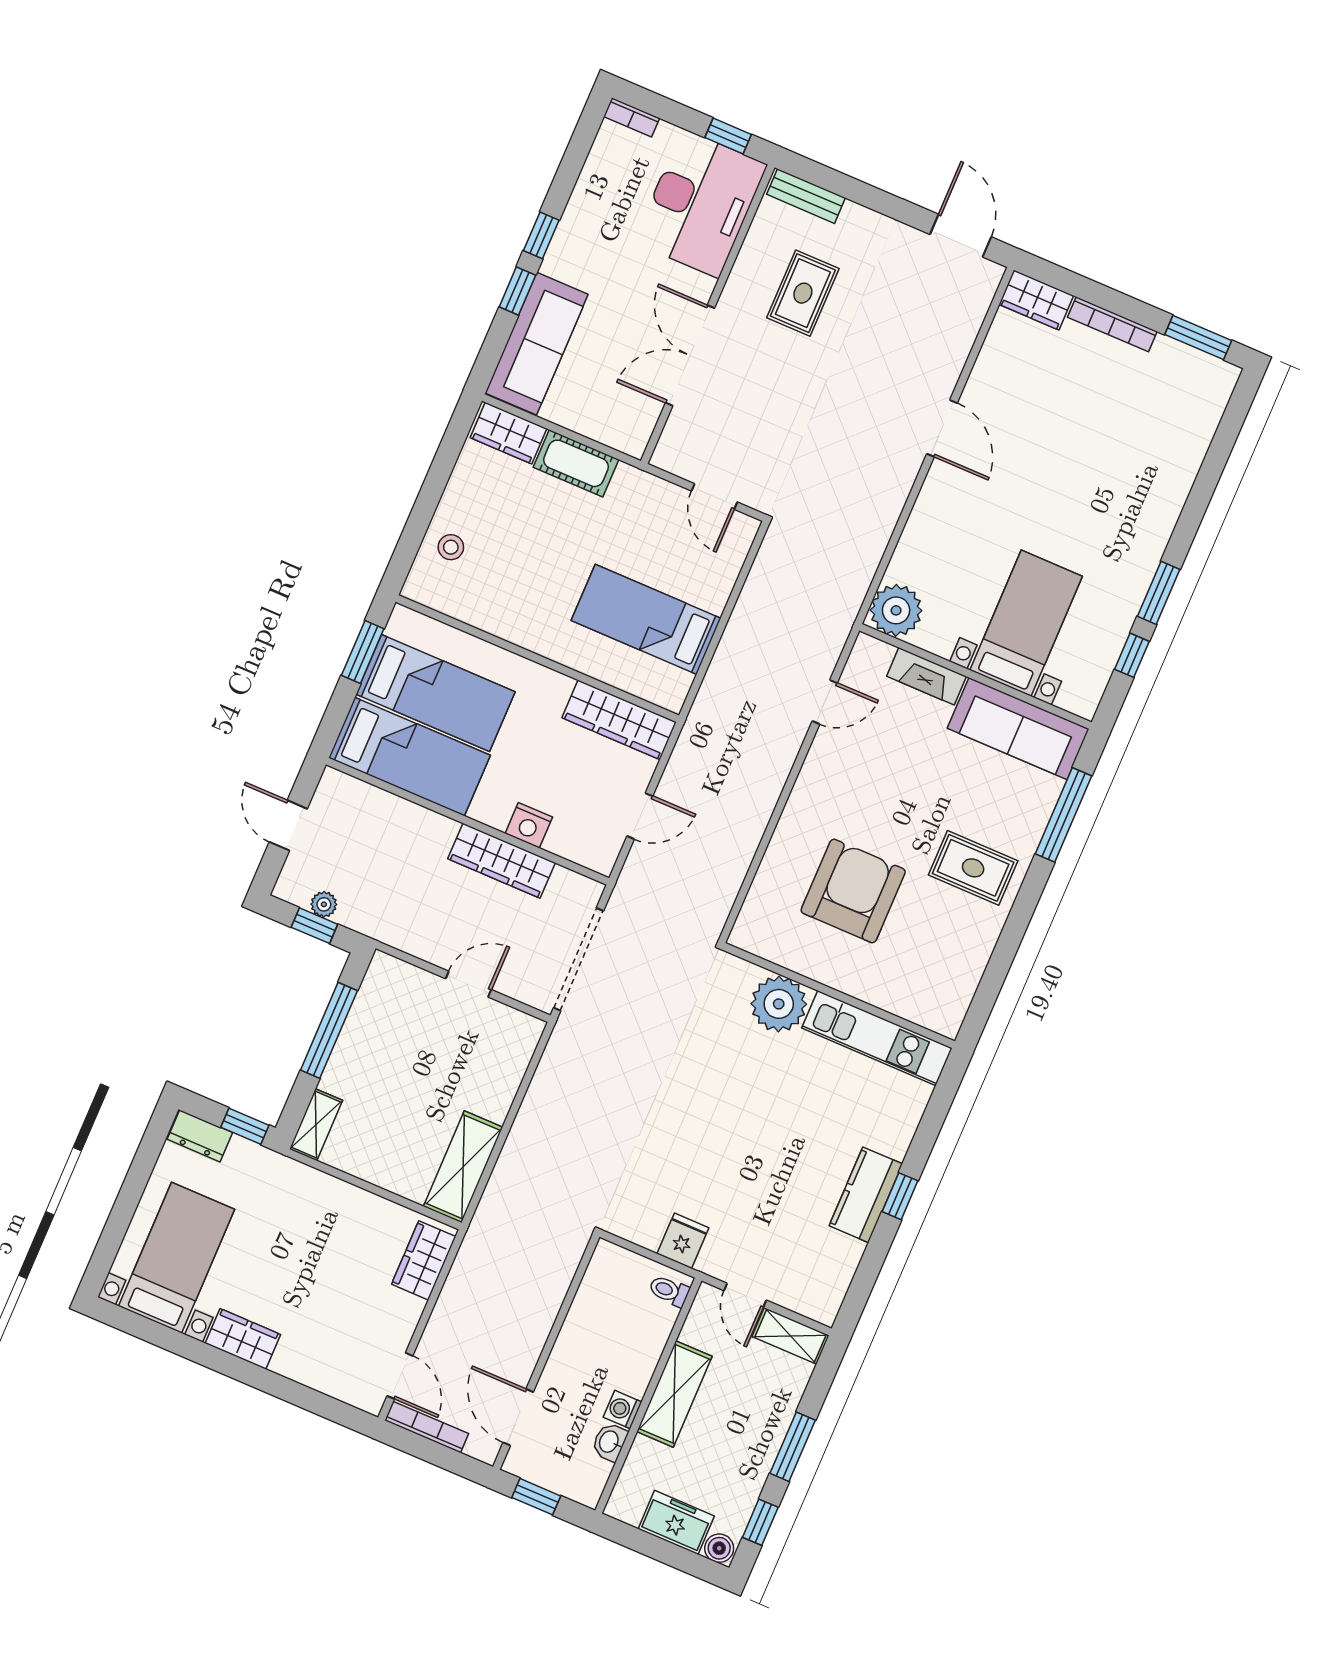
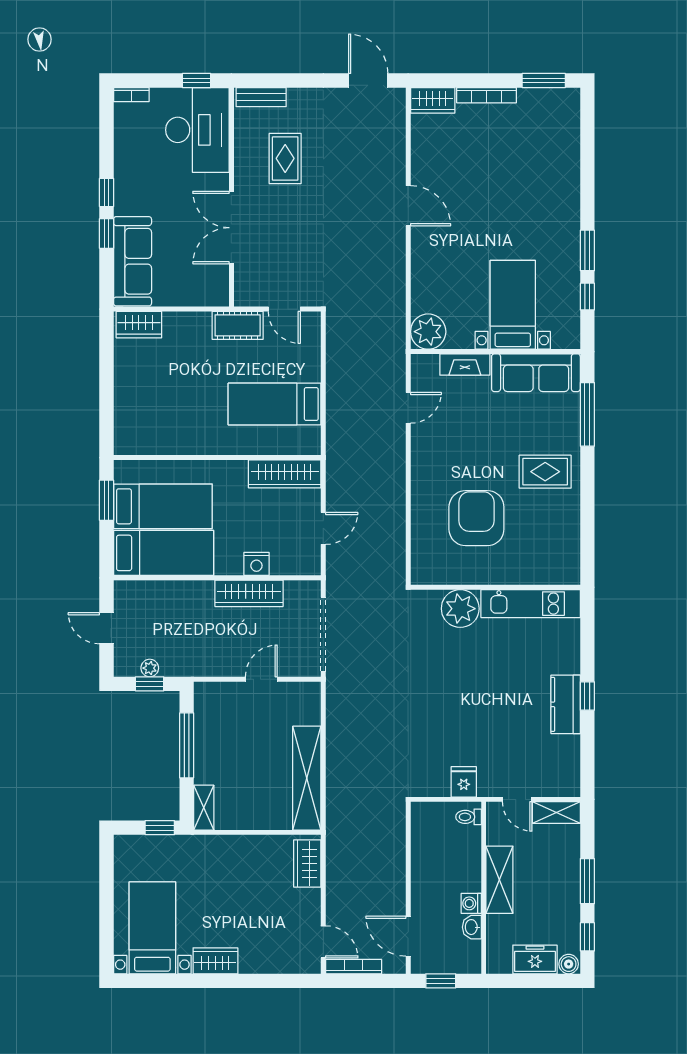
cot: (576, 463) -> (238, 325), moved
stool: (451, 547) -> (133, 411), removed
dresser: (200, 1136) -> (134, 846), removed
shelving: (463, 1167) -> (307, 778), width x1.47

